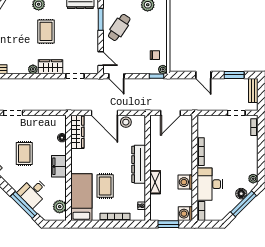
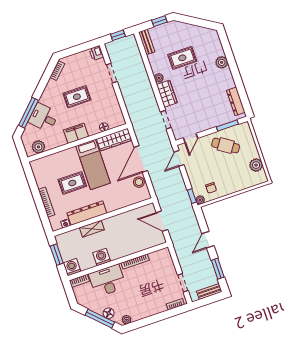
rug: (46, 31) -> (182, 58), moved
dresser: (139, 164) -> (87, 213), moved
bed: (81, 197) -> (93, 165), moved, turned 90

